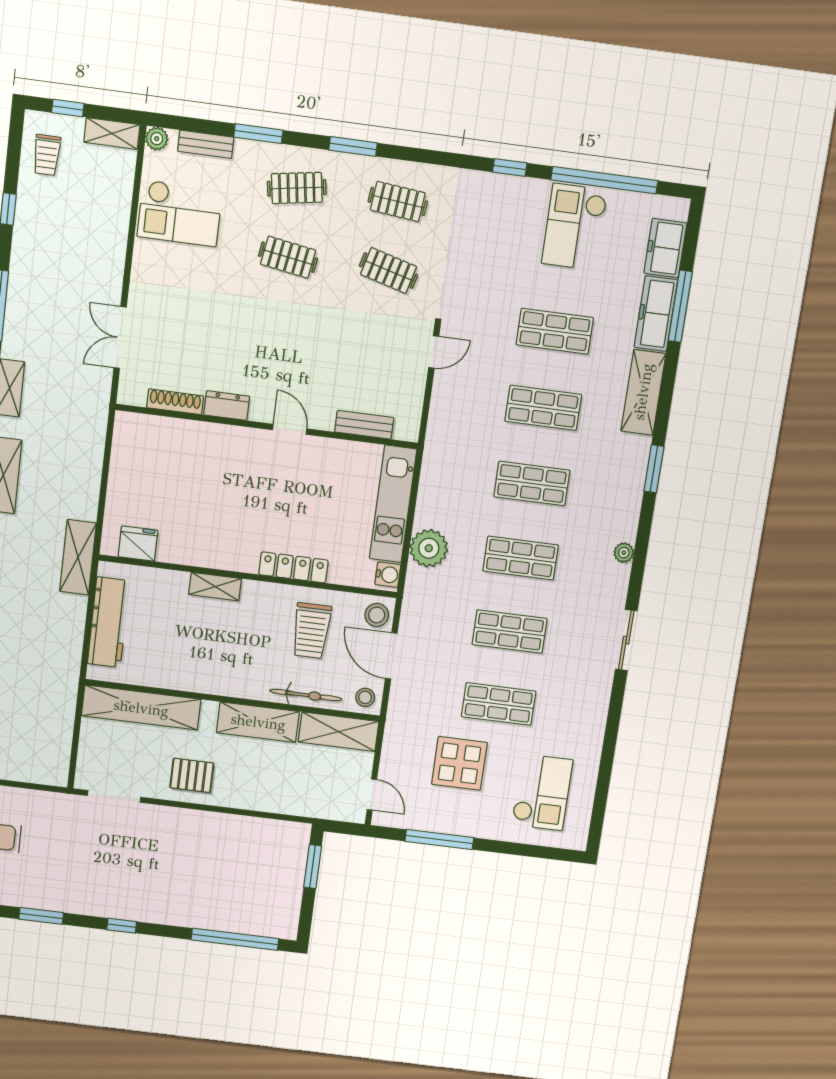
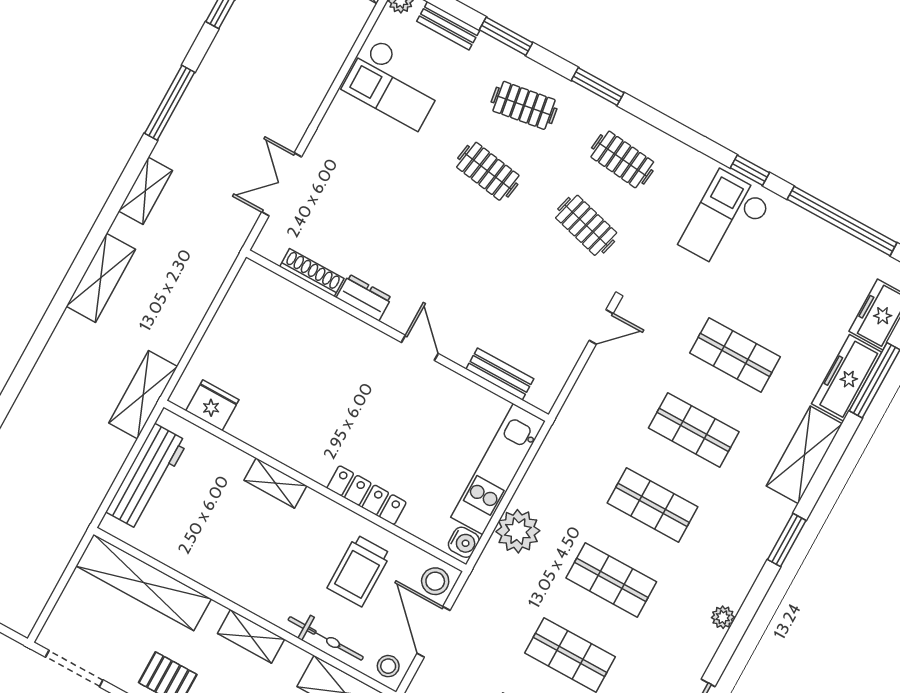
checkout: (575, 227) -> (726, 221), moved
shelving: (258, 722) -> (251, 636), width x0.67, depth x0.75

